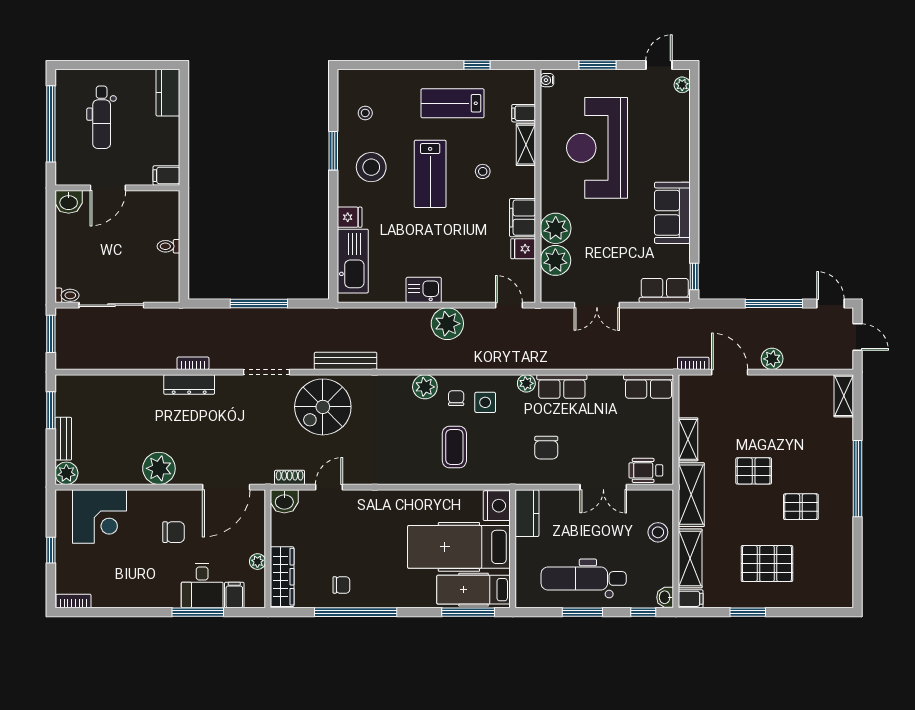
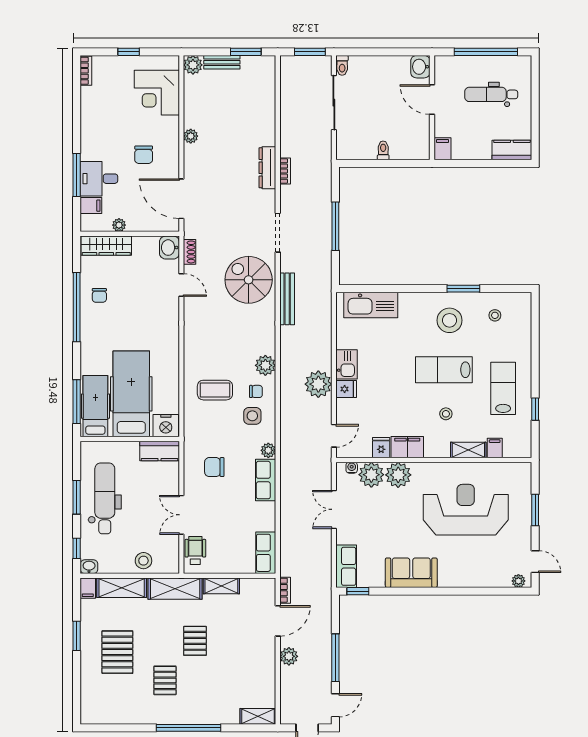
water cooler: (547, 80) -> (352, 468), moved
fridge: (350, 217) -> (346, 389), moved, turned -90
plant: (159, 468) -> (191, 136), width x0.53, depth x0.53

